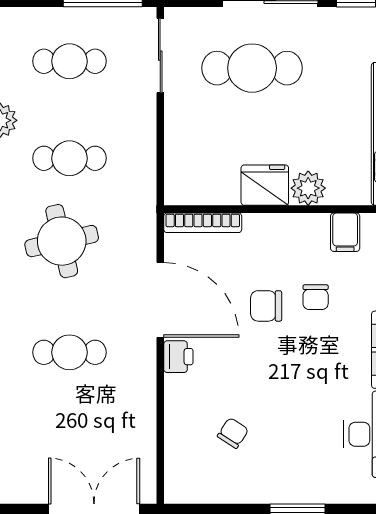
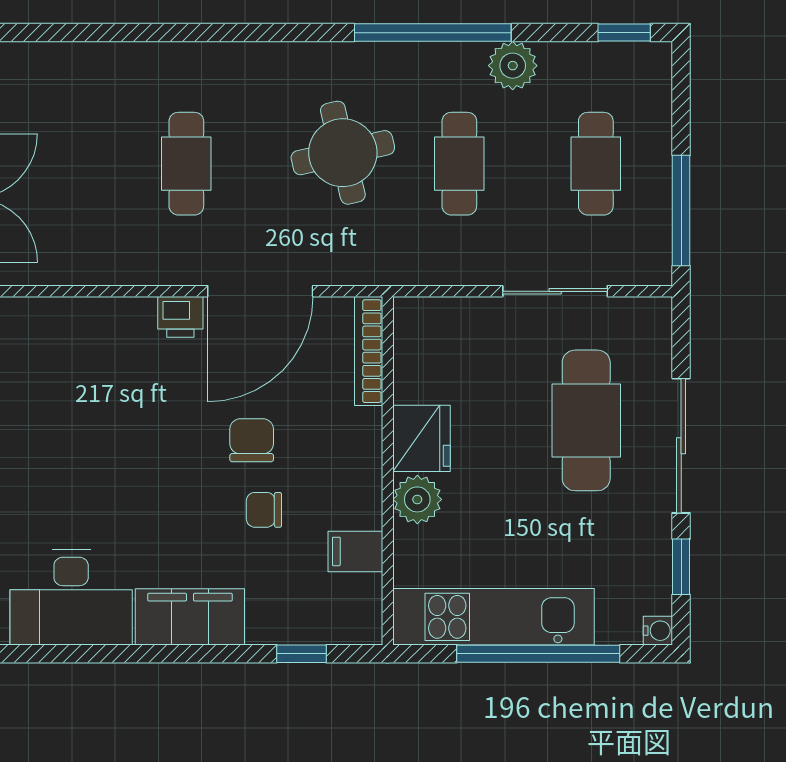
sliding door: (160, 56) -> (555, 291), moved
chair: (233, 433) -> (73, 394), removed

